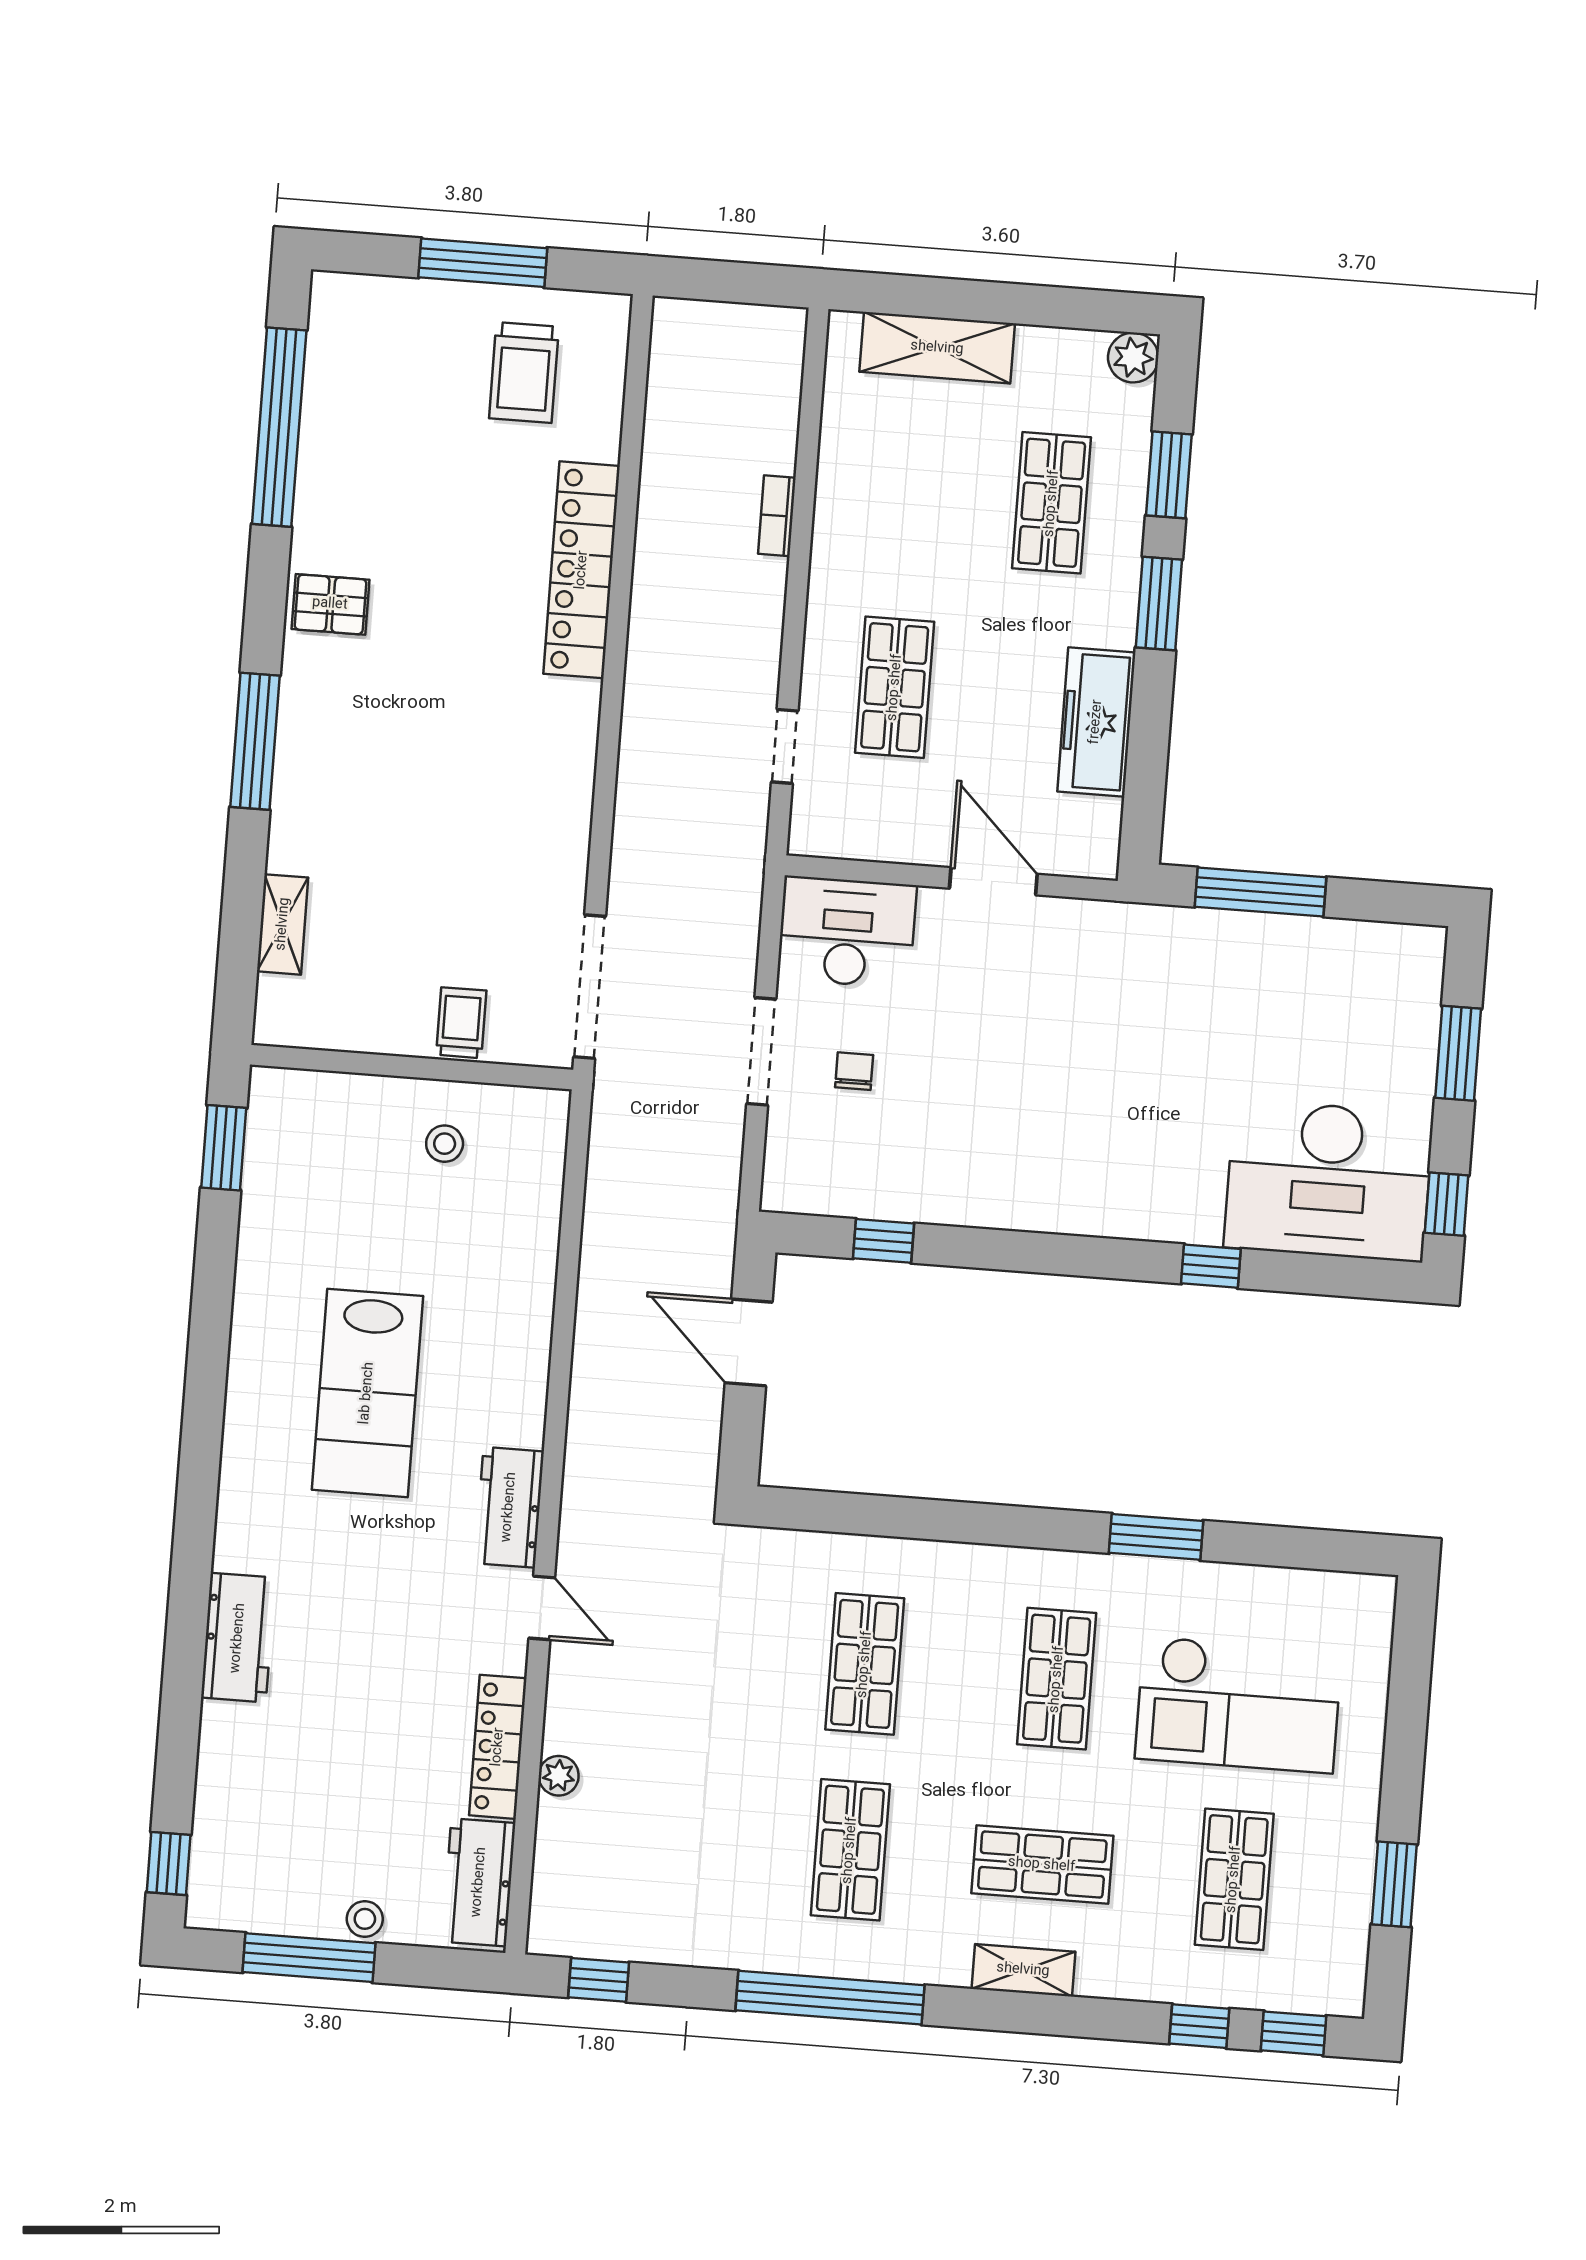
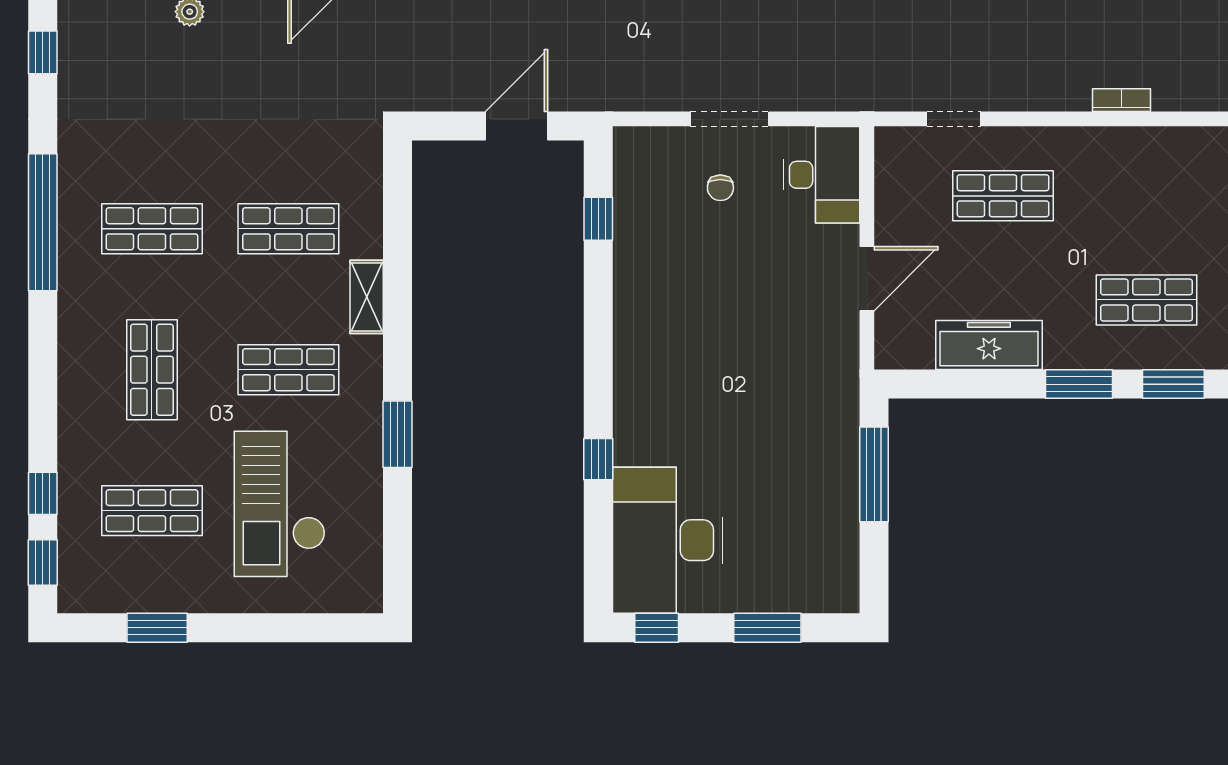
chair: (854, 1071) -> (720, 188), turned 90
shelving: (1023, 1970) -> (367, 297), moved

